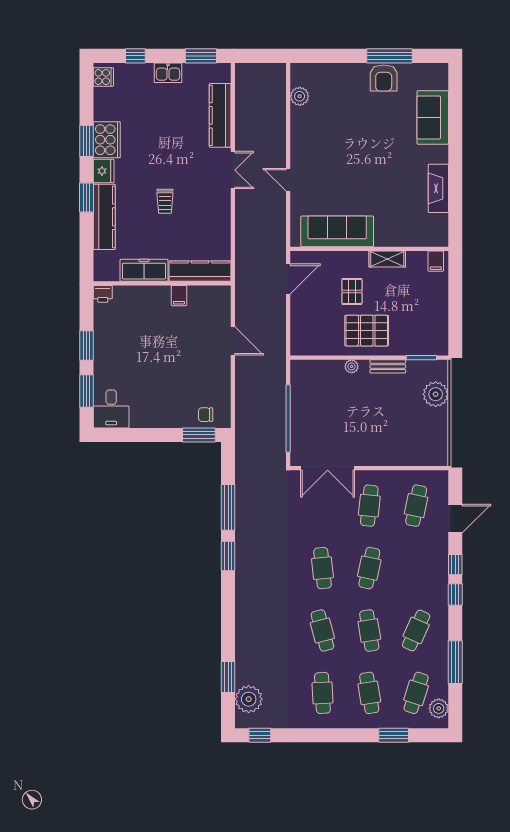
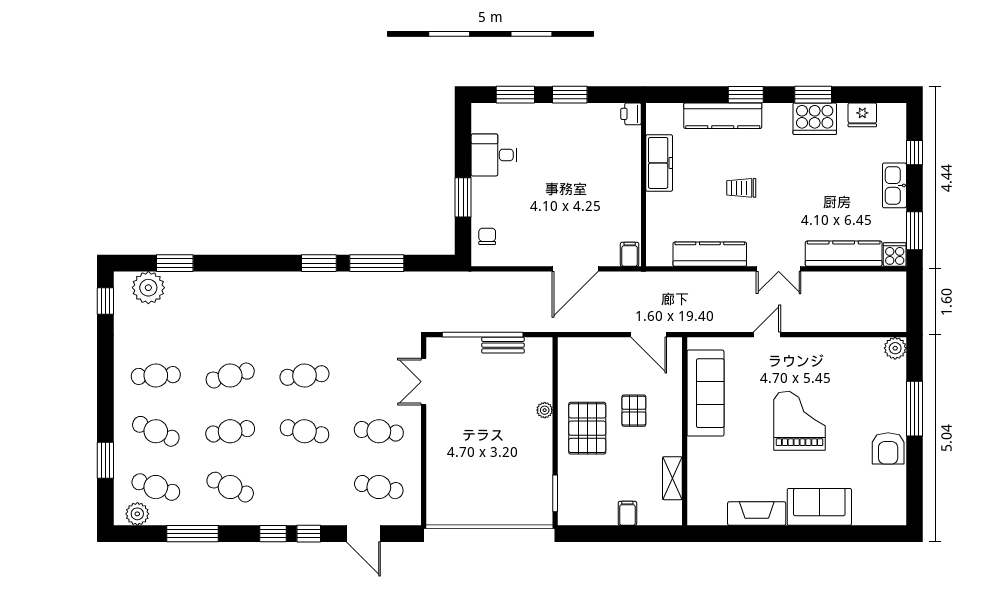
window: (389, 56) -> (914, 409), moved
kitchen sink: (168, 73) -> (894, 185), width x1.38
cooker: (103, 77) -> (895, 255), moved, turned 180
armchair: (384, 78) -> (888, 448), turned -90
plant: (300, 96) -> (895, 348), moved
sofa: (433, 117) -> (819, 507), moved
grand piano: (361, 152) -> (800, 421), added
fridge: (104, 171) -> (862, 115), moved
shelving: (387, 259) -> (672, 478), moved
filing cabinet: (436, 261) -> (627, 513), moved, turned 90
kitchen counter: (200, 271) -> (710, 254), moved, turned -90
pallet: (352, 291) -> (634, 411), turned 90
filing cabinet: (179, 296) -> (630, 254), moved, turned 90
door: (233, 341) -> (575, 269), width x1.36
bench: (388, 366) -> (503, 345), moved, turned 90
plant: (436, 394) -> (512, 510), removed
desk: (111, 409) -> (494, 155), moved
window: (199, 435) -> (463, 197), moved
double door: (328, 468) -> (424, 382), width x0.73
cafe table: (369, 693) -> (156, 431), turned 33

